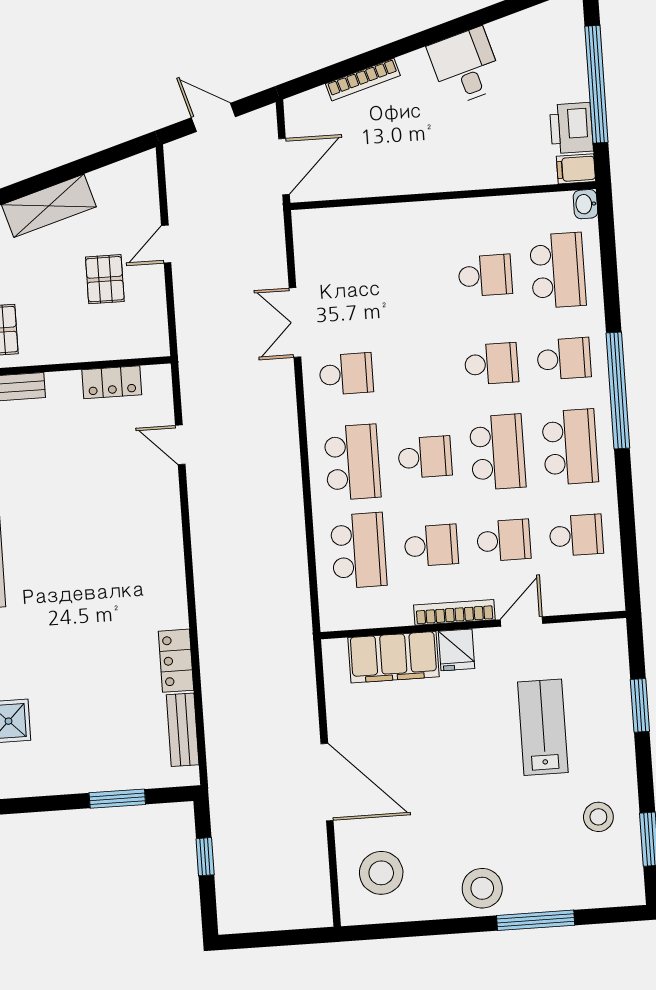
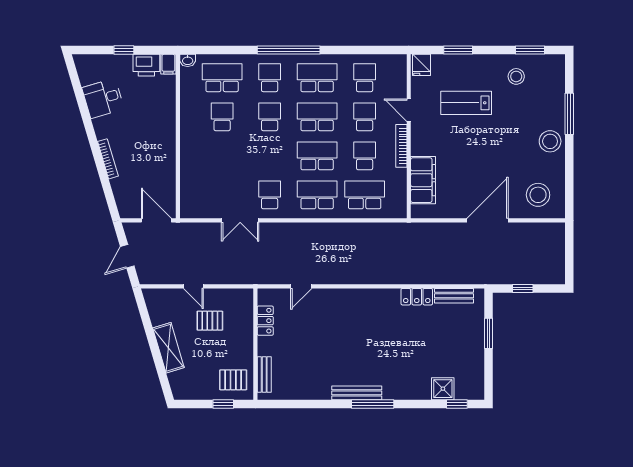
desk: (465, 66) -> (103, 98), moved
bookcase: (363, 80) -> (108, 159), moved
window: (596, 84) -> (124, 50), width x0.32
school desk: (425, 457) -> (317, 156), width x1.85
fridge: (456, 650) -> (421, 65), moved, turned 90

